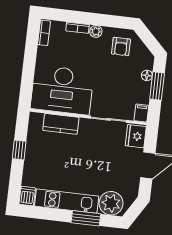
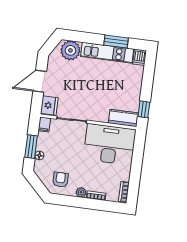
kitchen counter: (61, 124) -> (123, 118), moved
window: (19, 150) -> (144, 109), moved
window: (86, 218) -> (116, 42), moved

